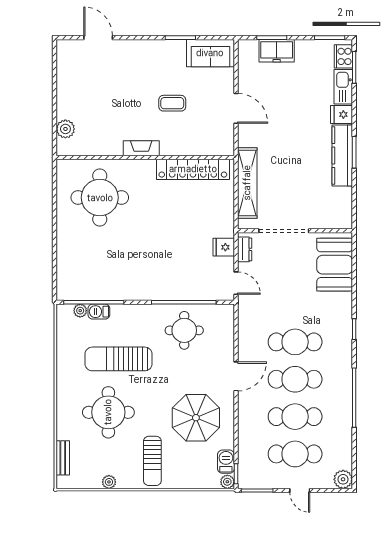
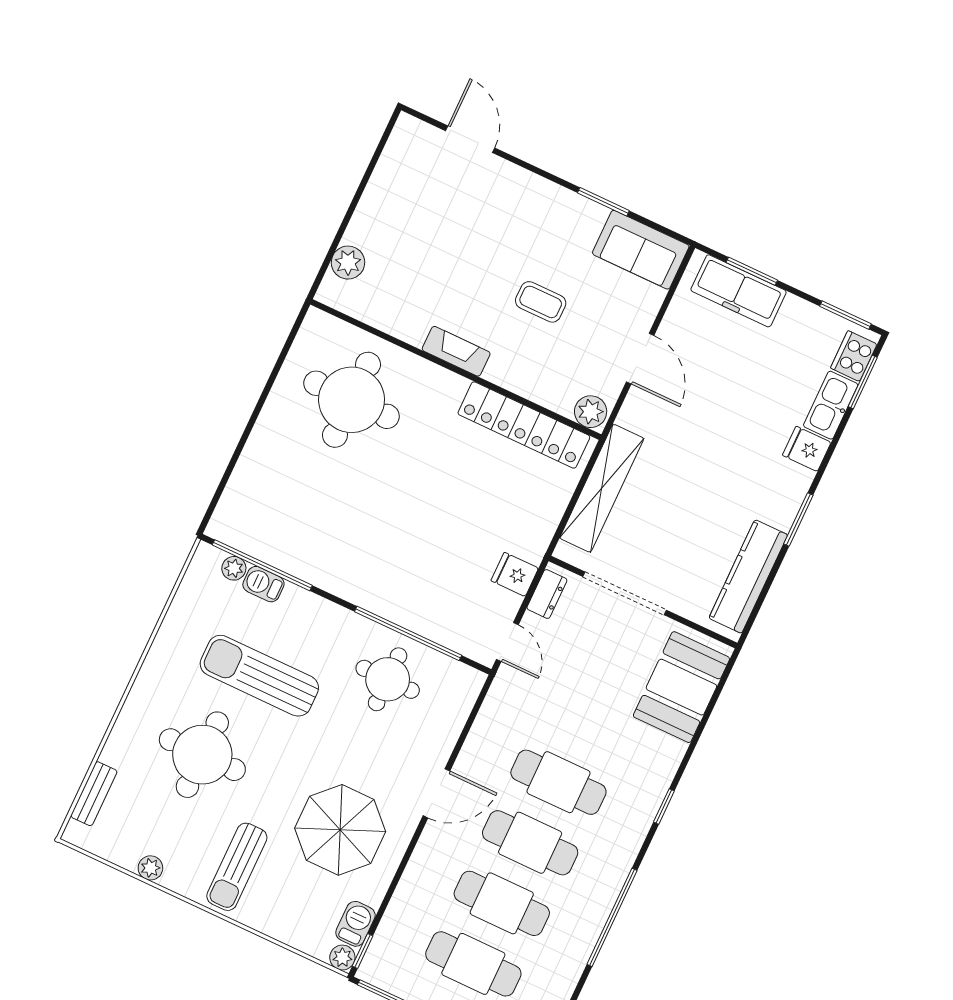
freezer: (277, 51) -> (739, 291), width x1.40
plant: (223, 147) -> (591, 412), added
kitchen counter: (342, 156) -> (748, 576), moved

